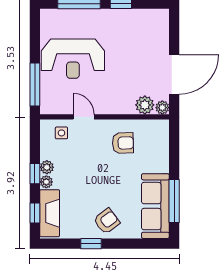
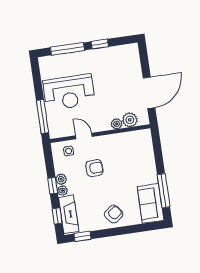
plant: (162, 108) -> (117, 124), moved
armchair: (123, 143) -> (94, 168), moved
sofa: (155, 206) -> (151, 203), width x0.73
window: (91, 244) -> (82, 236), moved

